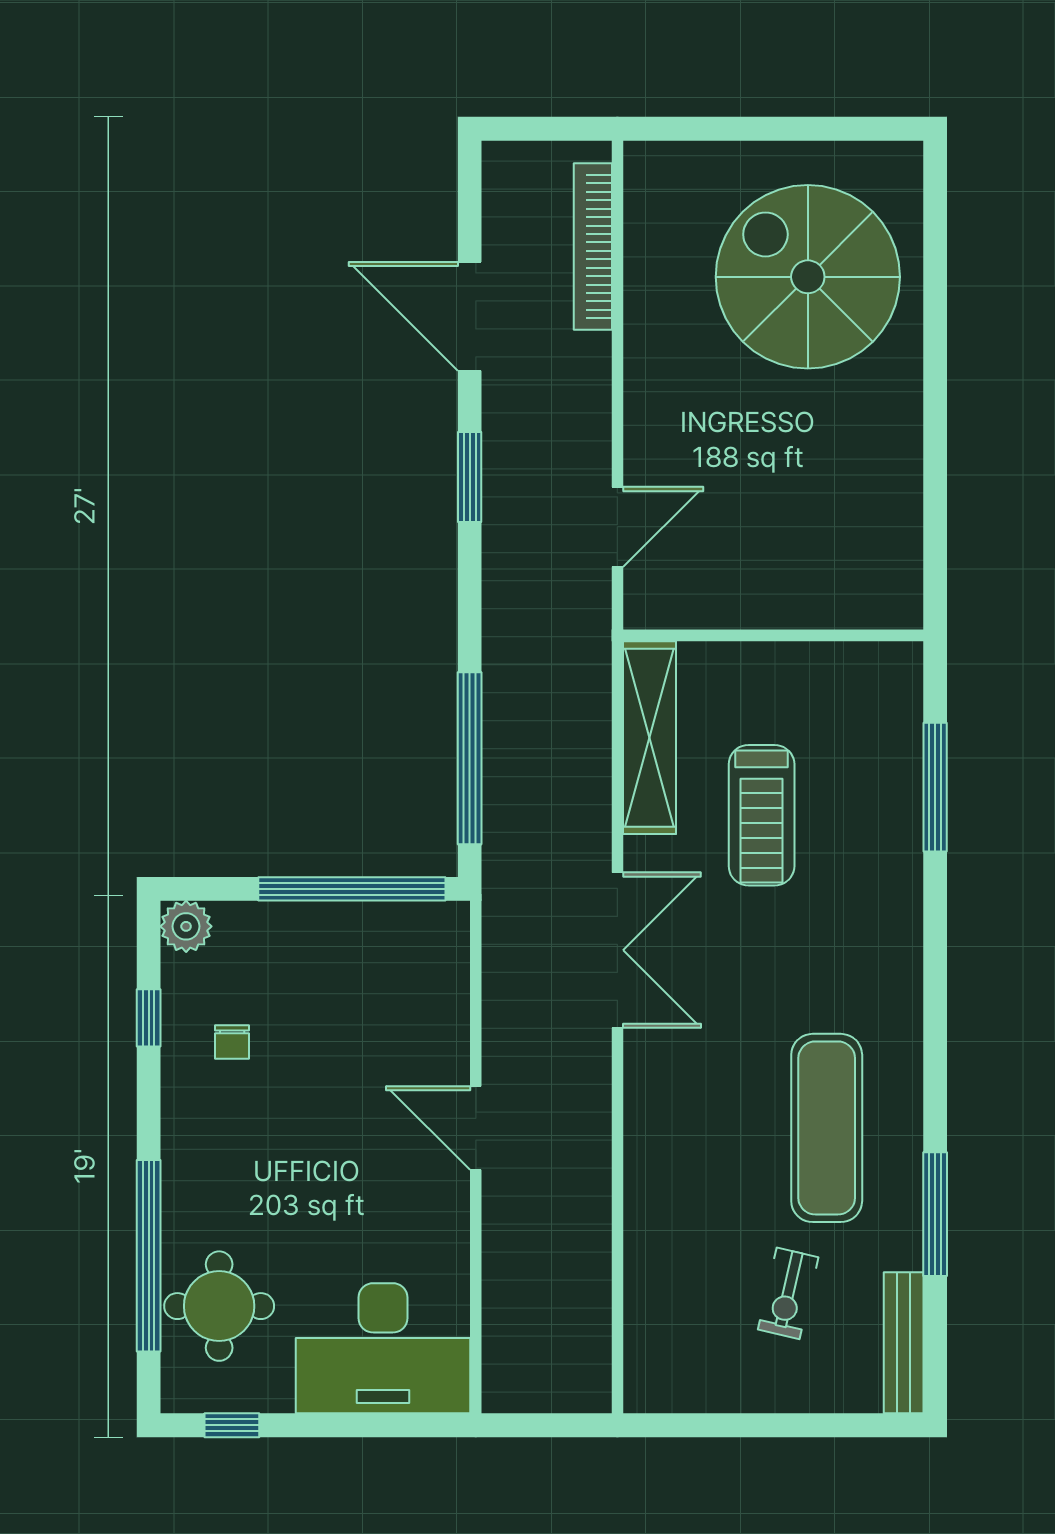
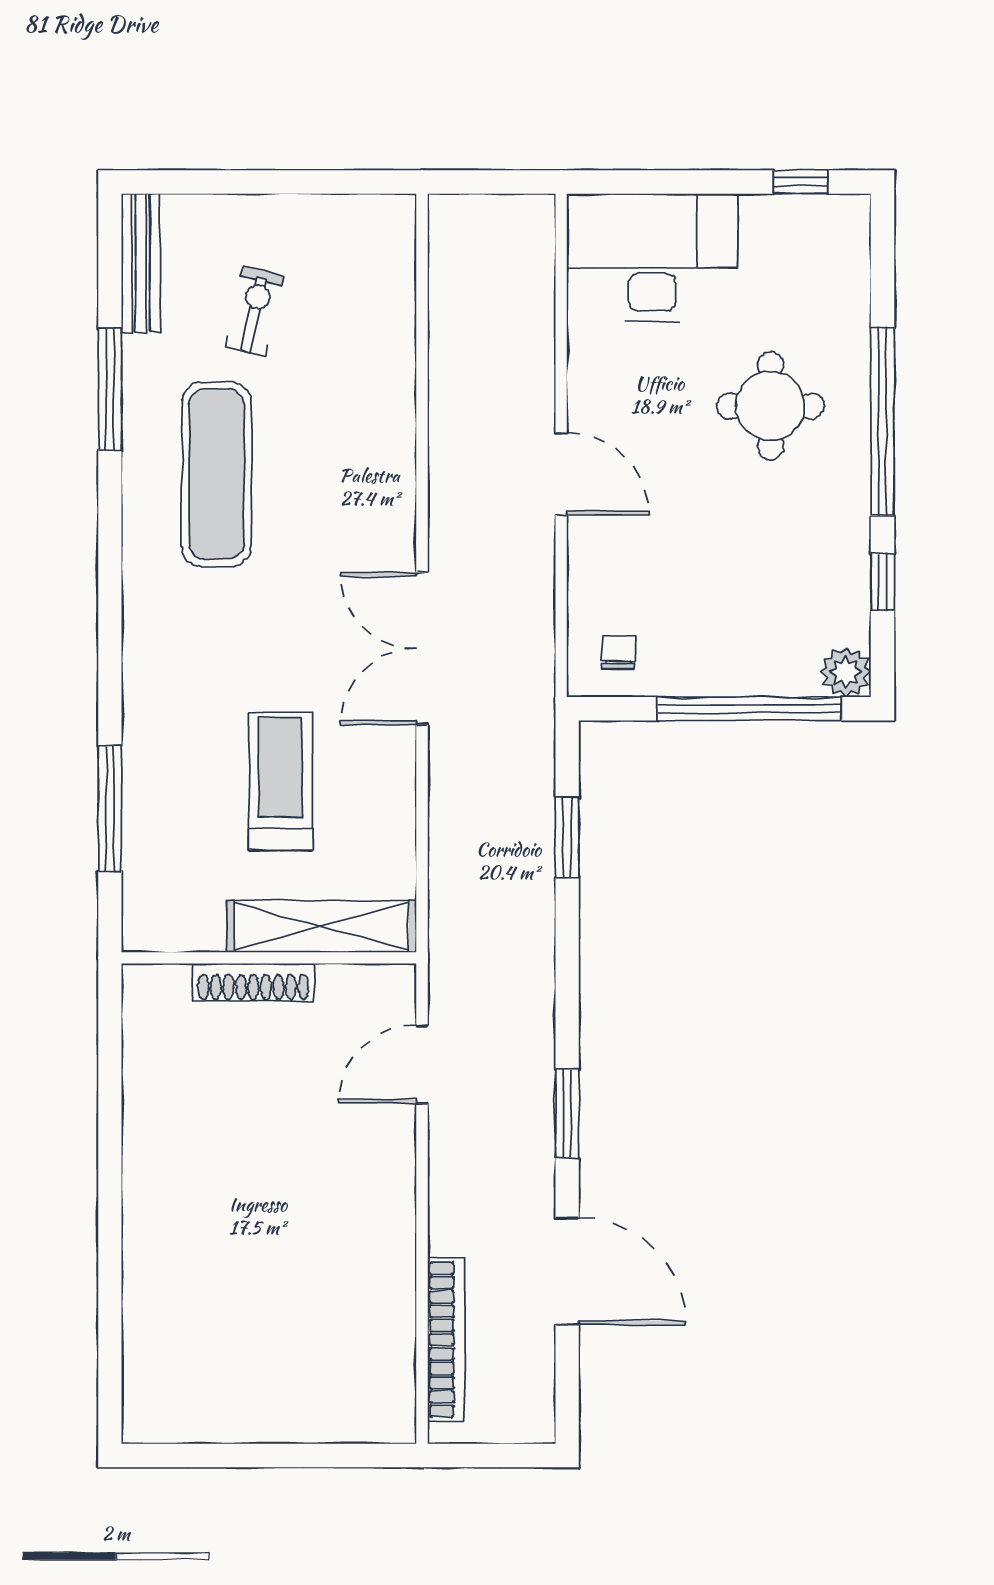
spiral stairs: (808, 277) -> (235, 1310), removed
shoe rack: (789, 611) -> (253, 982), added
shelving: (649, 738) -> (322, 926), moved, turned 90
window: (470, 758) -> (567, 837), width x0.47
window: (352, 889) -> (749, 709), moved
chair: (232, 1042) -> (618, 652), moved
window: (149, 1256) -> (883, 422), moved
round table: (219, 1306) -> (770, 406), moved

